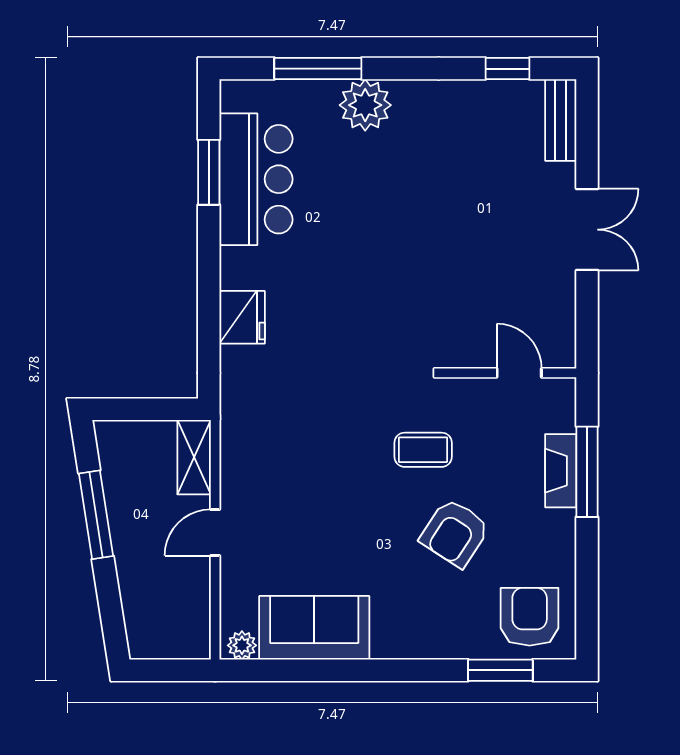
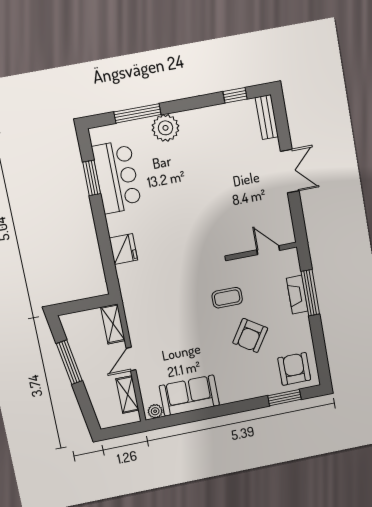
shelving: (195, 601) -> (127, 395), added

